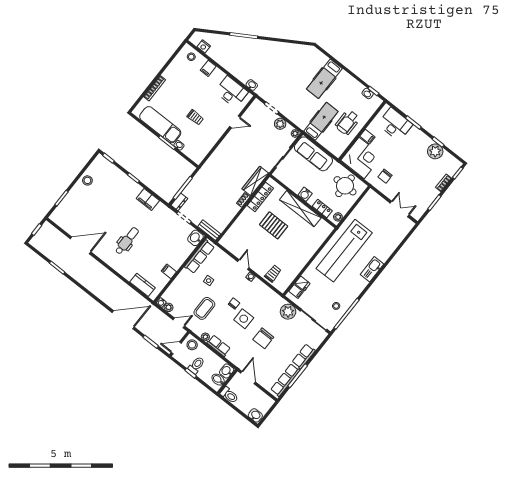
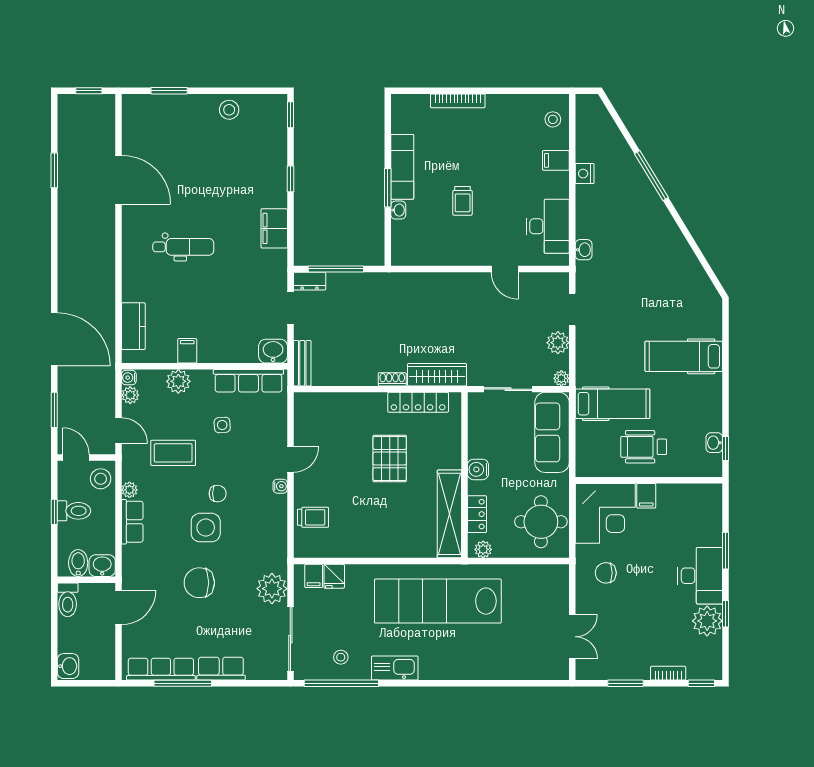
nightstand: (204, 46) -> (585, 174), moved
desk: (395, 124) -> (700, 576), moved
exam couch: (160, 125) -> (402, 167), width x0.73, depth x0.69
shelving: (300, 209) -> (449, 514), moved
kitchen sink: (372, 269) -> (395, 668), moved
plant: (178, 284) -> (178, 381), added

